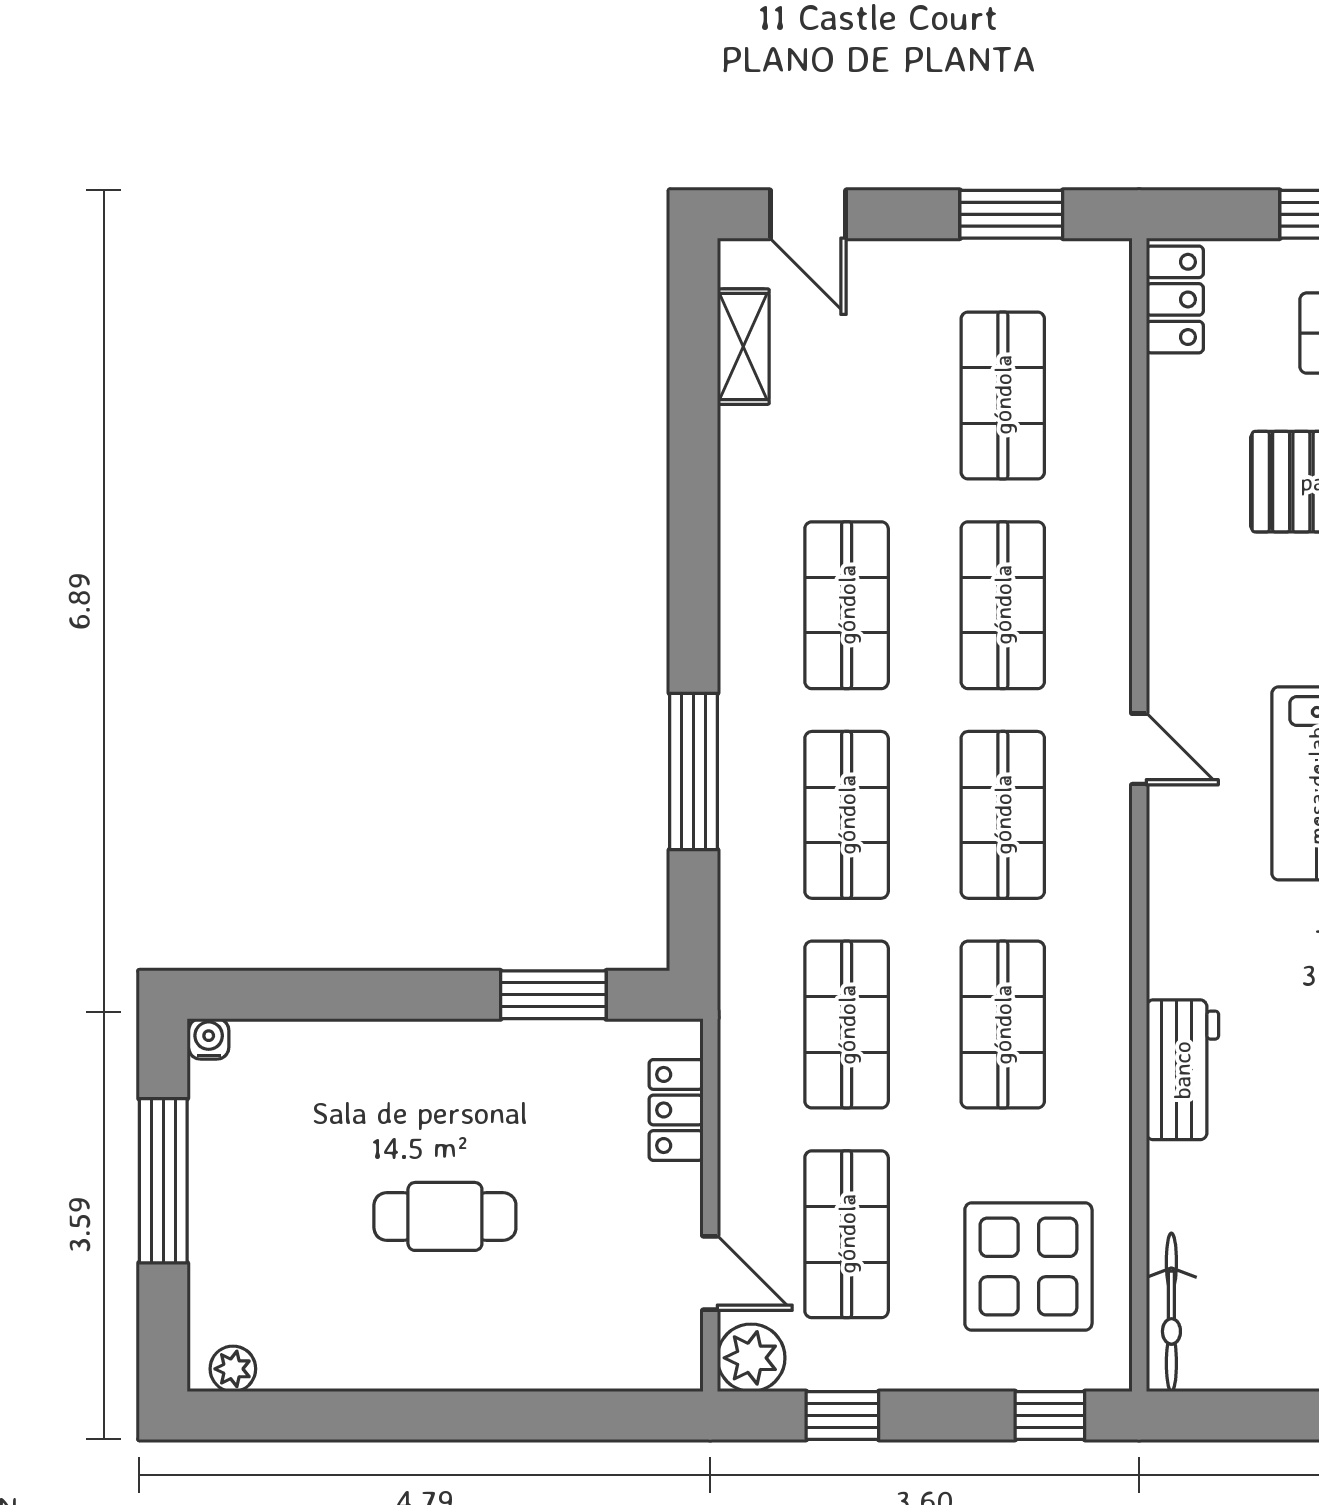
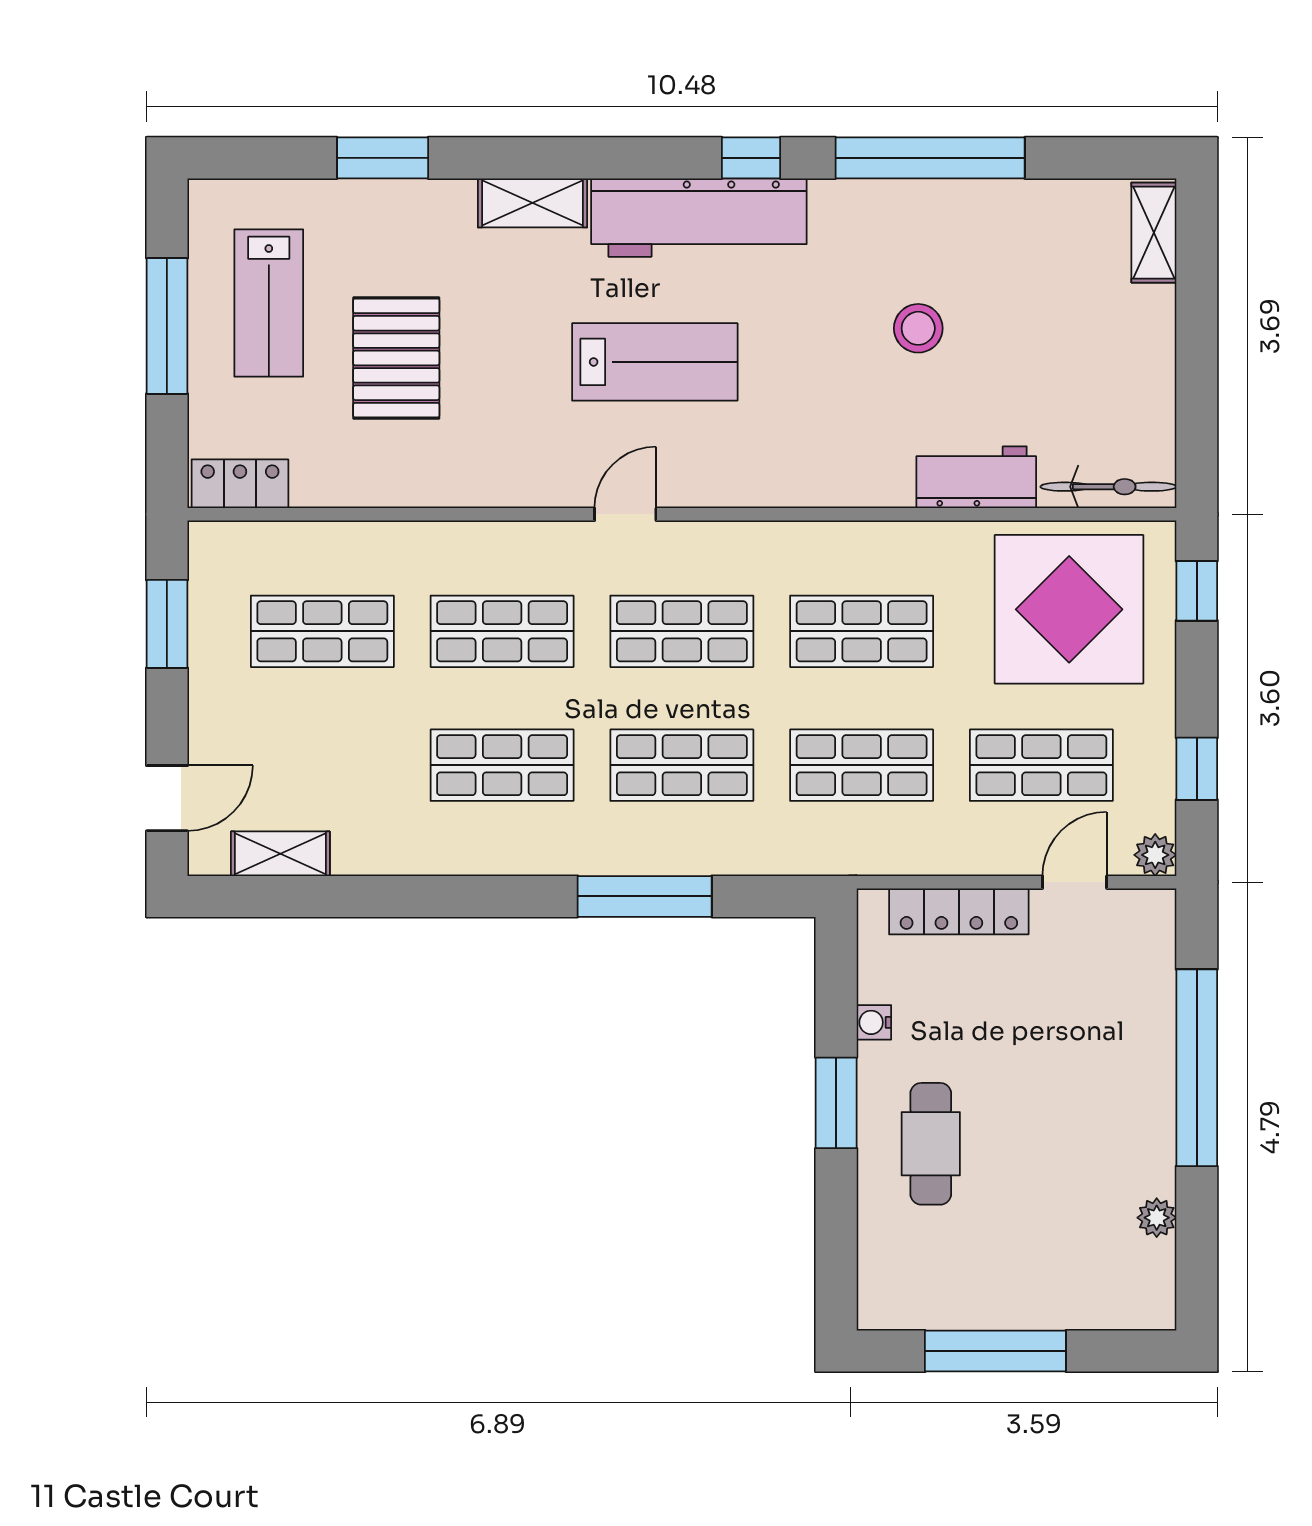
window: (553, 995) -> (836, 1103), moved
water cooler: (209, 1039) -> (874, 1022), moved
workbench: (1182, 1070) -> (976, 477), moved
locker: (676, 1110) -> (959, 911), width x1.53
cafe table: (445, 1216) -> (931, 1144), moved
display table: (1028, 1267) -> (1069, 609), width x1.36, depth x1.36
plant: (751, 1358) -> (1155, 855), width x0.73, depth x0.73
plant: (233, 1369) -> (1157, 1218), moved
window: (494, 1415) -> (1197, 1068), added

